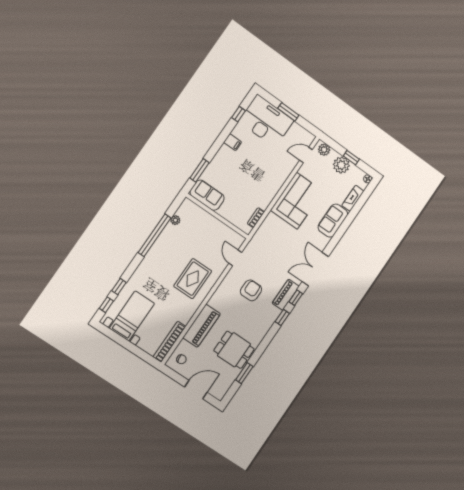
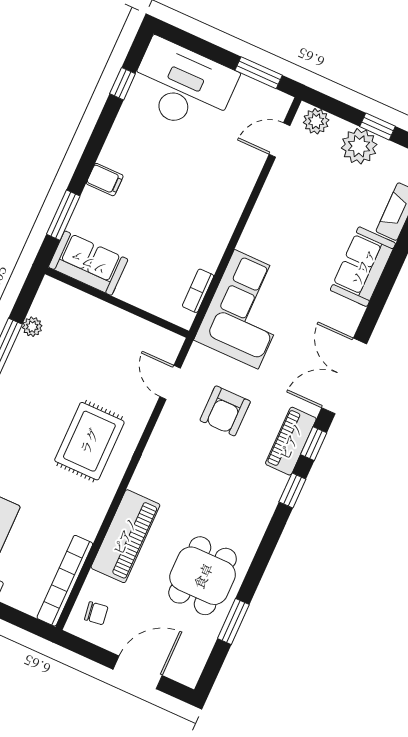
window: (288, 112) -> (259, 73), moved
filing cabinet: (233, 142) -> (105, 180), moved
corner sofa: (297, 201) -> (246, 309), moved
armchair: (251, 290) -> (225, 411), moved, turned 180
dining table: (234, 350) -> (203, 576), turned 90

